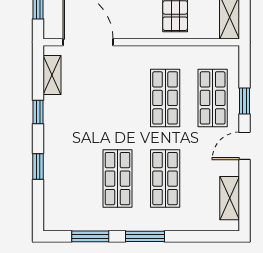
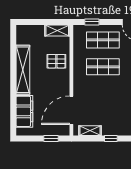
window: (245, 101) -> (92, 22), moved

